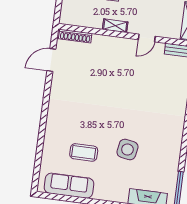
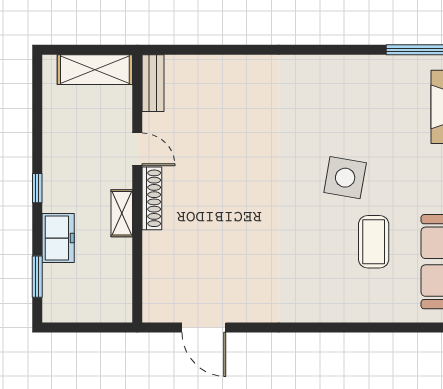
shoe rack: (75, 36) -> (152, 198), moved
side table: (127, 149) -> (345, 178), moved

